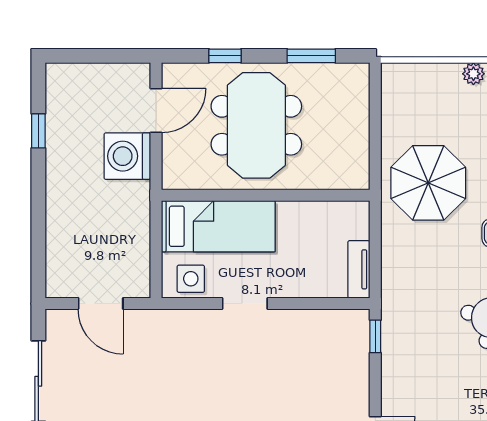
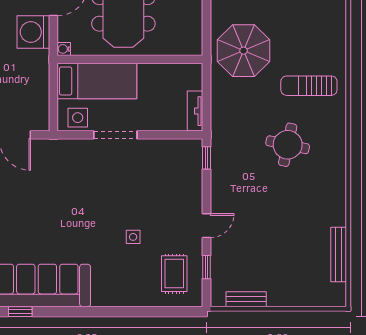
water cooler: (171, 180) -> (64, 49), added
doorway: (245, 304) -> (115, 135), width x1.38

